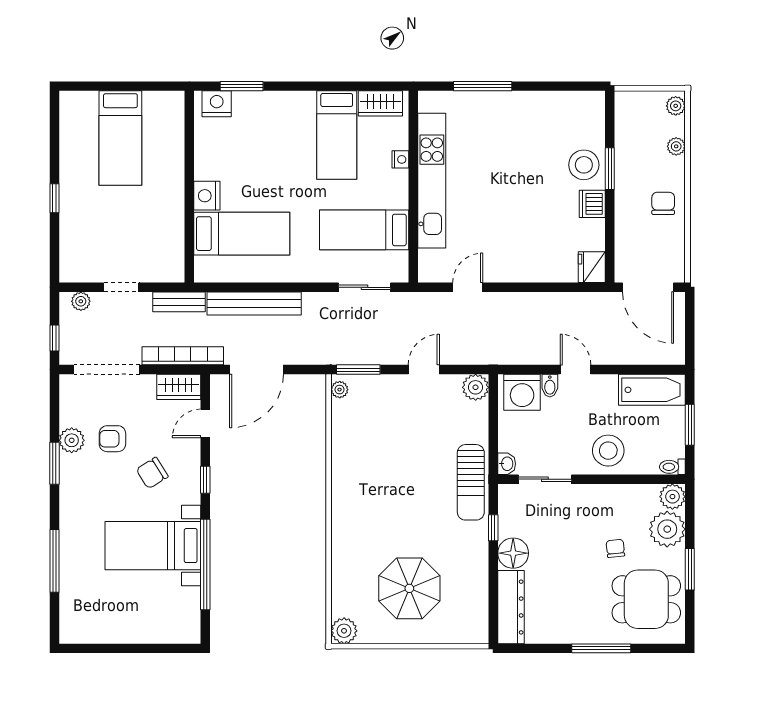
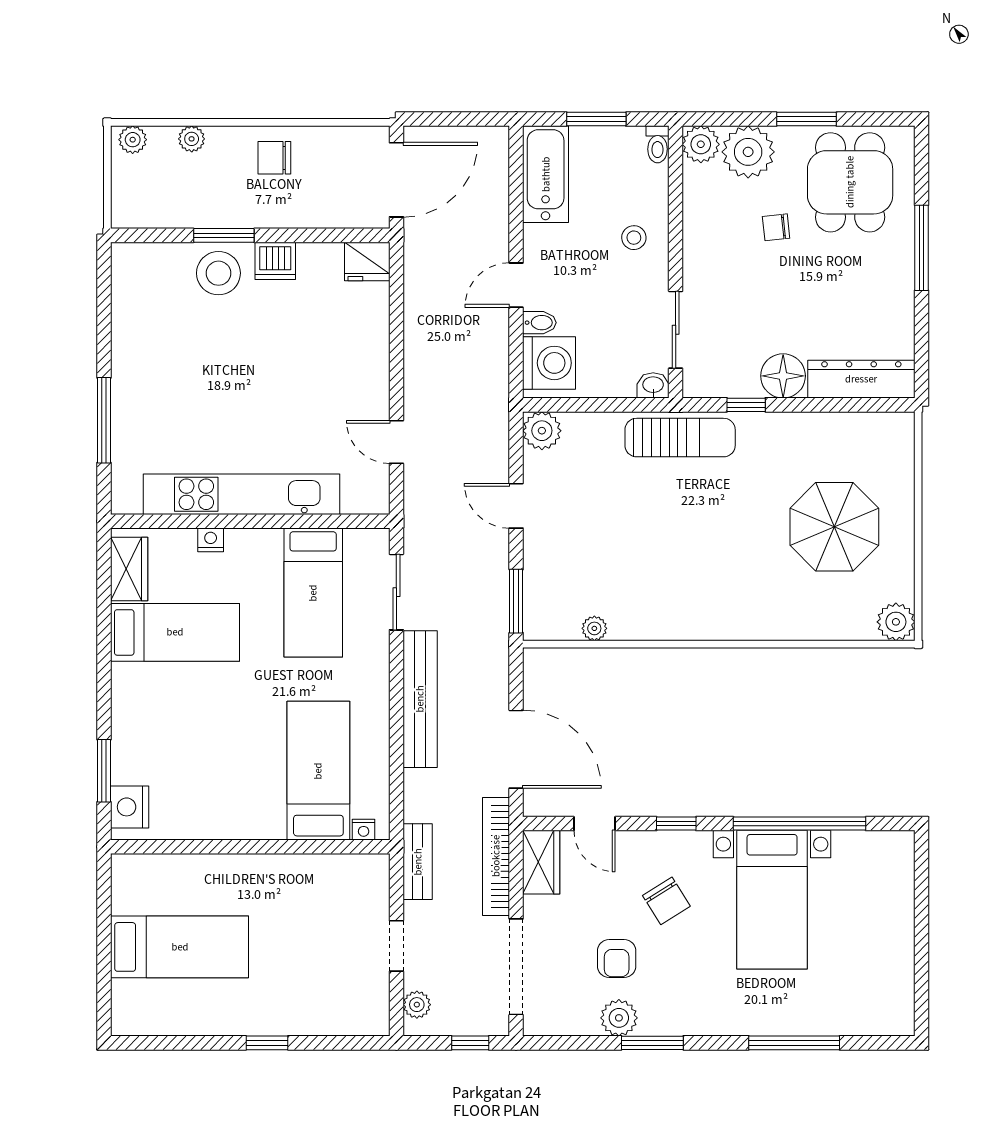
nightstand: (207, 196) -> (364, 830), moved, width x0.53, depth x0.56
bench: (254, 304) -> (420, 699), moved
plant: (340, 390) -> (594, 628), moved
stool: (608, 451) -> (634, 238), width x0.53, depth x0.53

